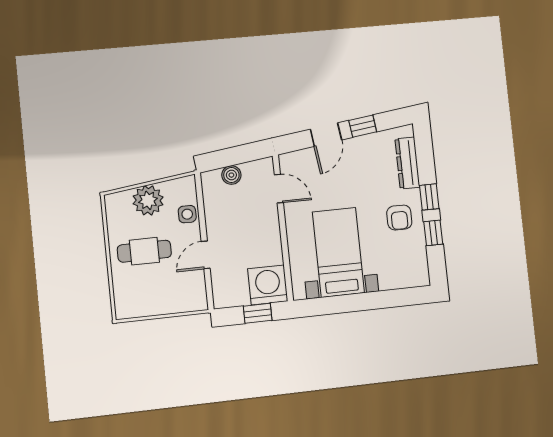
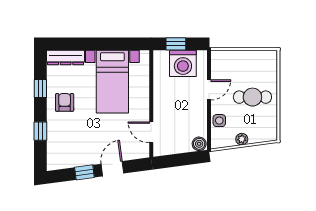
dresser: (407, 163) -> (66, 57), moved, turned 90
boiler: (231, 175) -> (199, 144), moved
window: (429, 197) -> (40, 131), moved
plant: (148, 200) -> (242, 139), width x0.53, depth x0.53
washing machine: (268, 285) -> (183, 63), moved

